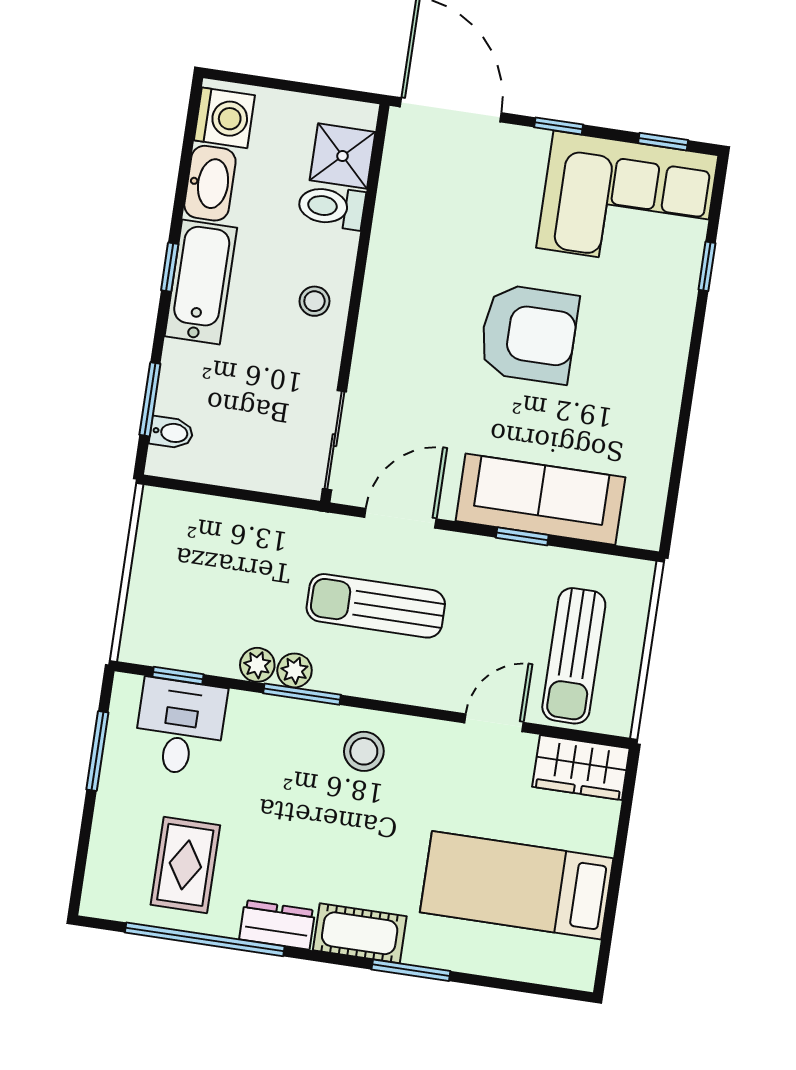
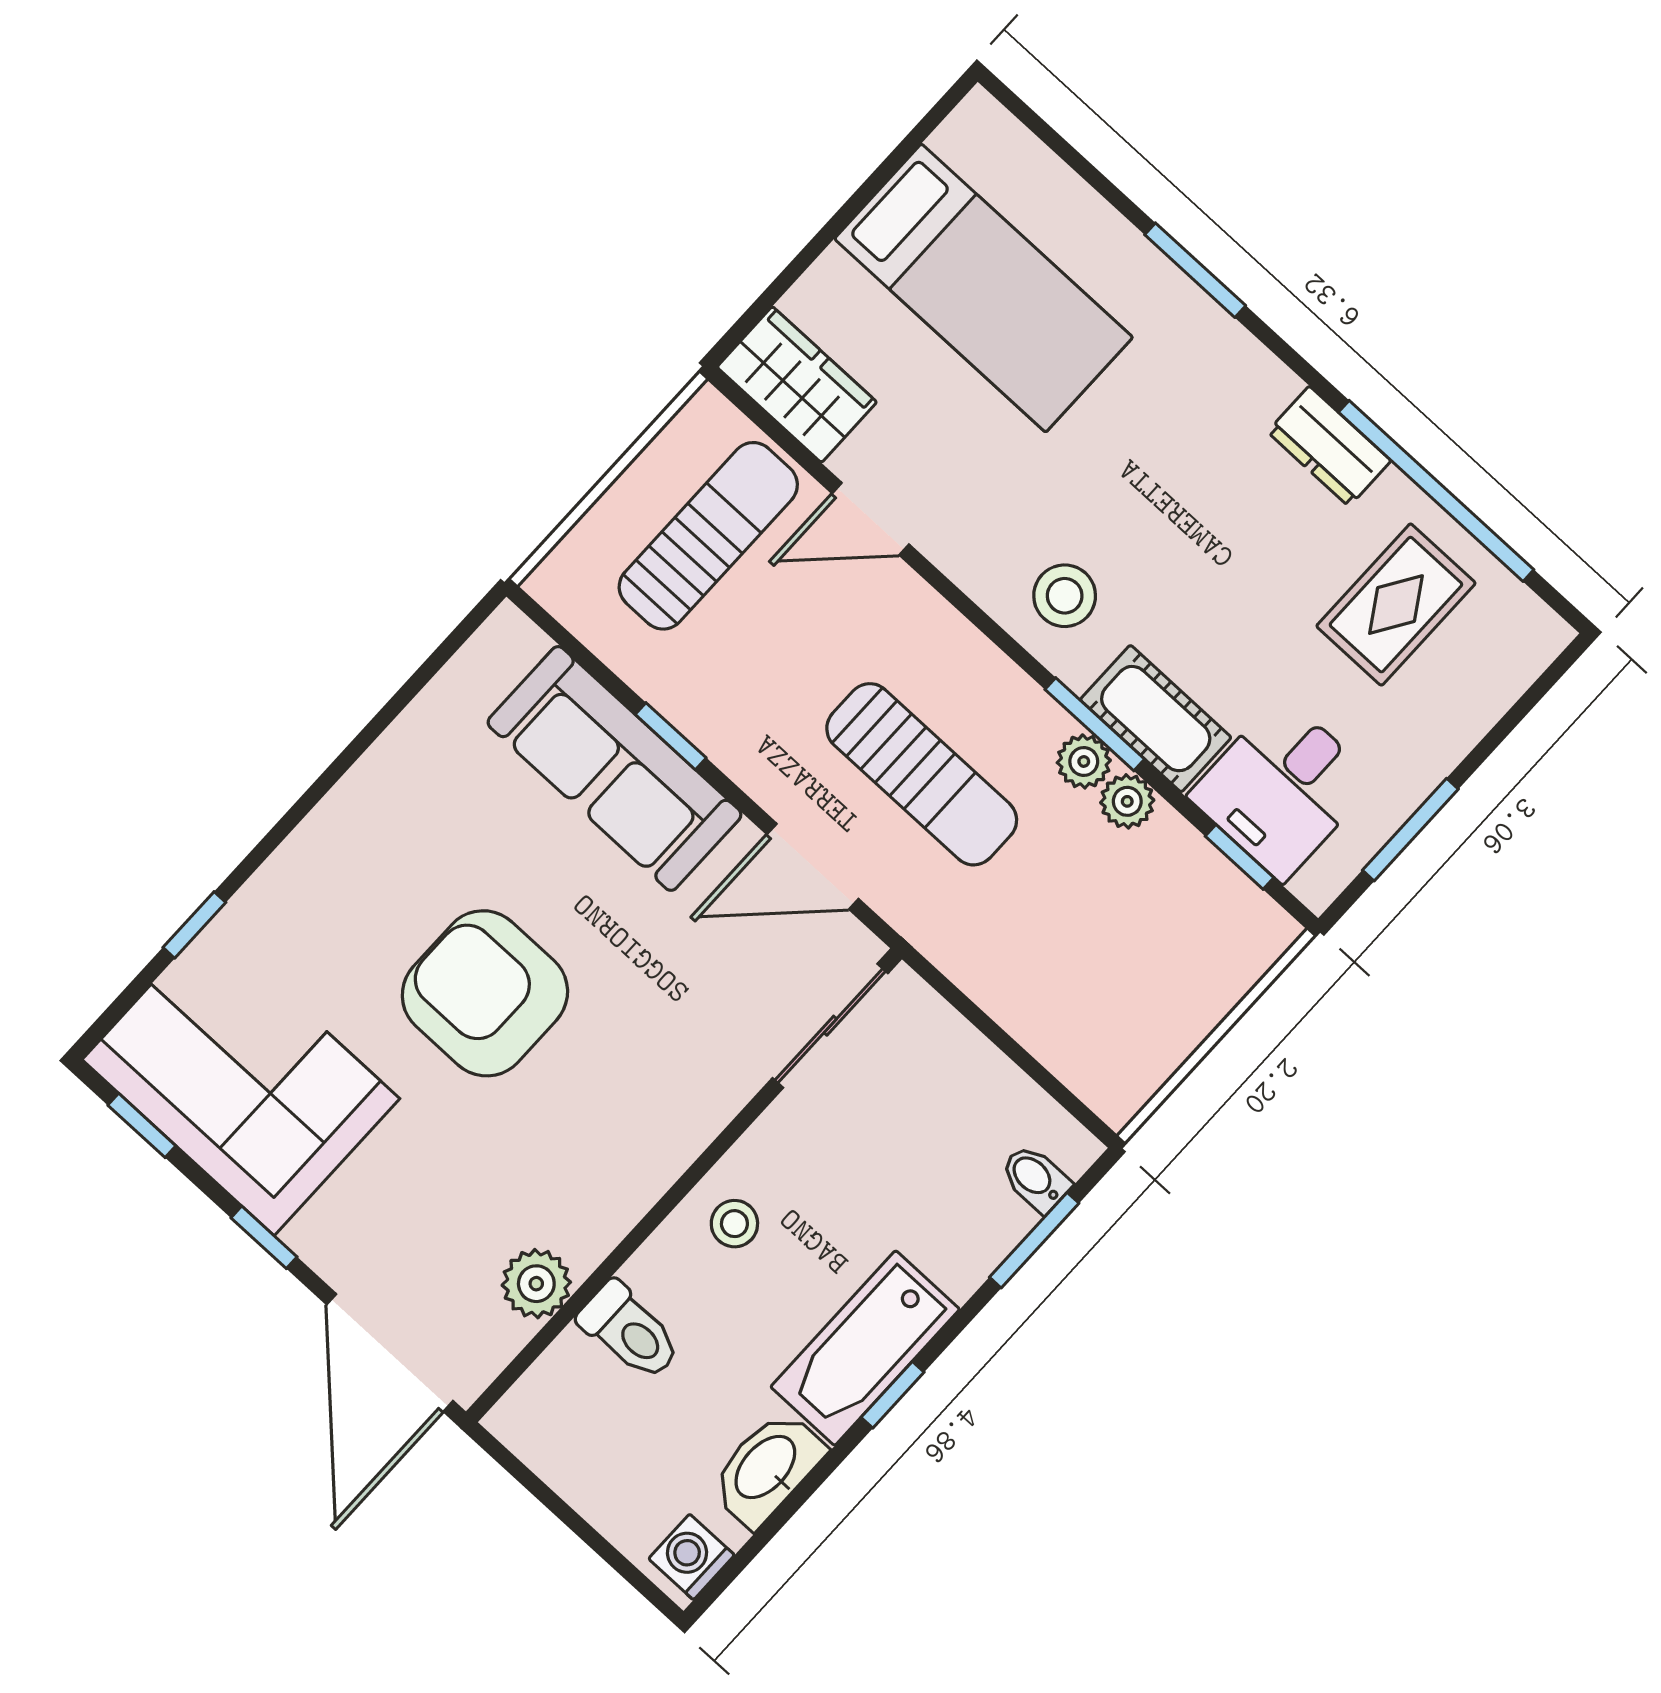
washing machine: (224, 118) -> (692, 1557), width x0.73, depth x0.73
shower: (343, 156) -> (571, 1388), removed
plant: (398, 199) -> (536, 1284), added
cot: (360, 933) -> (1156, 719), moved

